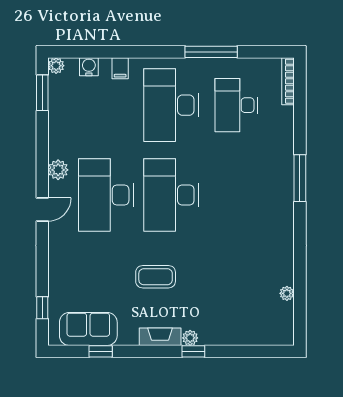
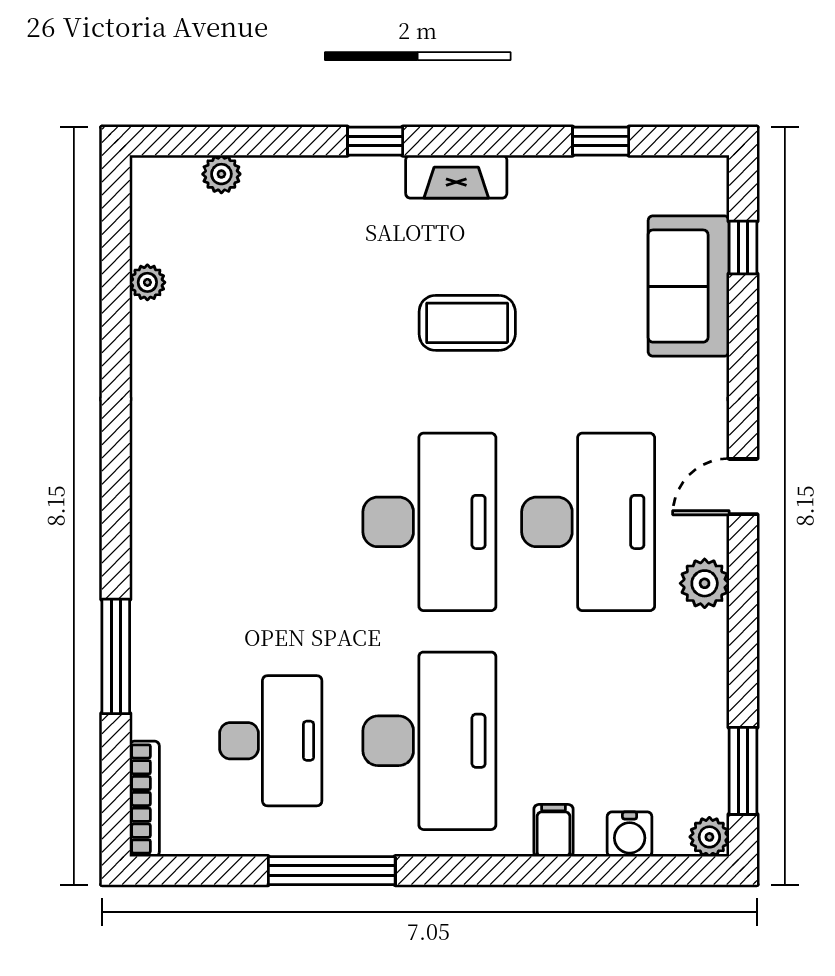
window: (300, 178) -> (116, 656), moved
sofa: (88, 329) -> (689, 286), moved, turned 90
plant: (190, 338) -> (221, 174), moved

